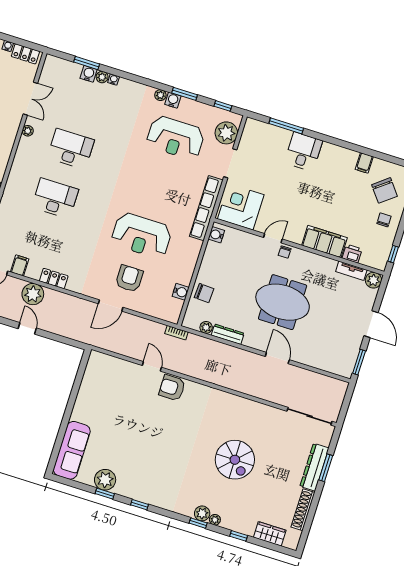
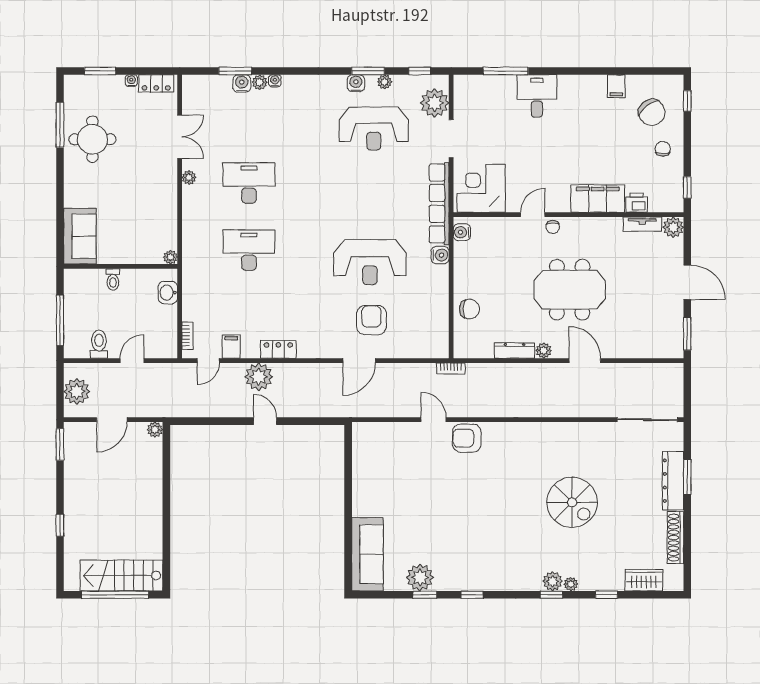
plant: (160, 95) -> (385, 82), moved
water cooler: (181, 292) -> (440, 255), moved
plant: (206, 327) -> (544, 351), moved

